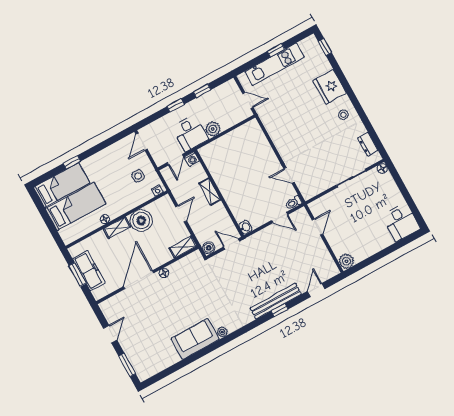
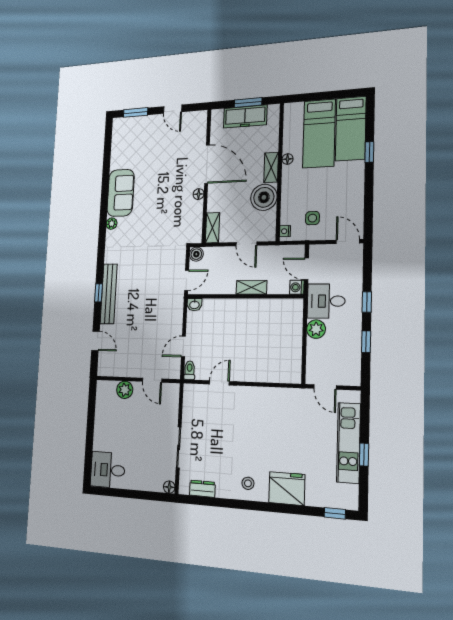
door: (248, 100) -> (325, 387), hinge flipped
plant: (346, 261) -> (125, 390), moved

